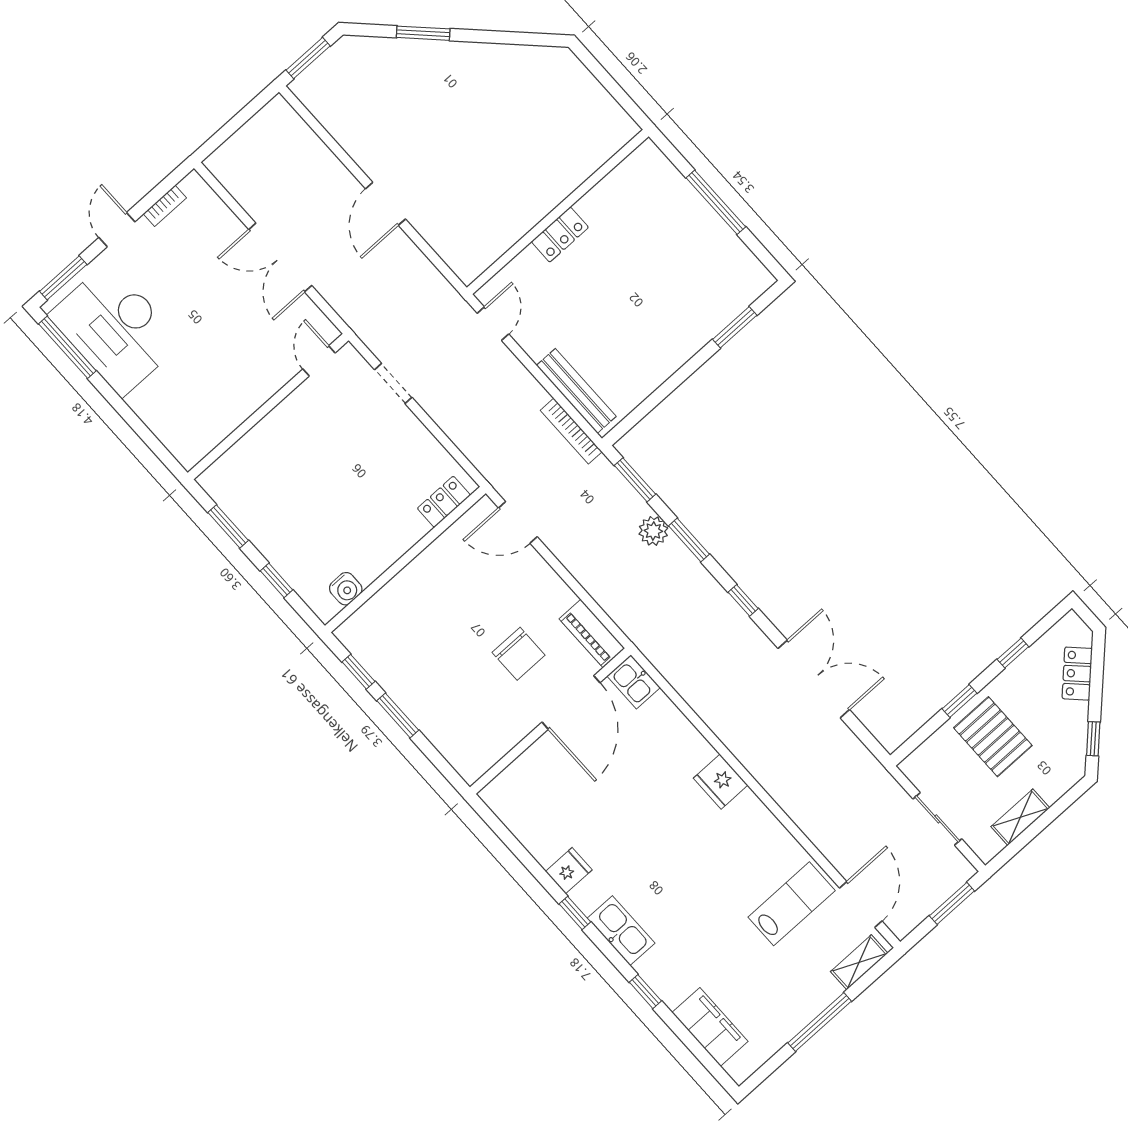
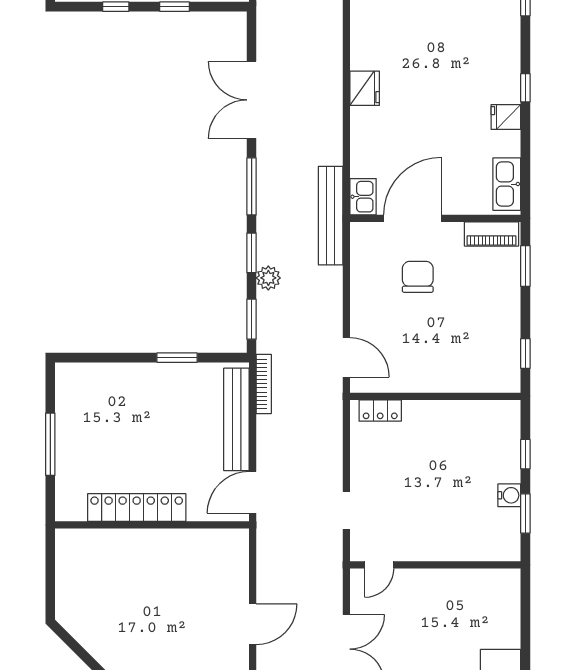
locker: (560, 235) -> (137, 508), width x2.16, depth x1.21
door: (493, 324) -> (253, 492), width x1.38
window: (735, 327) -> (177, 358), moved
bench: (576, 391) -> (236, 419), width x1.37, depth x1.21
water cooler: (346, 589) -> (509, 495), moved, turned 90
window: (743, 600) -> (252, 186), width x2.17
piano: (592, 634) -> (491, 234), moved, turned 90
bench: (648, 638) -> (331, 216), added
window: (398, 715) -> (525, 266), moved
kitchen sink: (621, 931) -> (507, 184), moved

